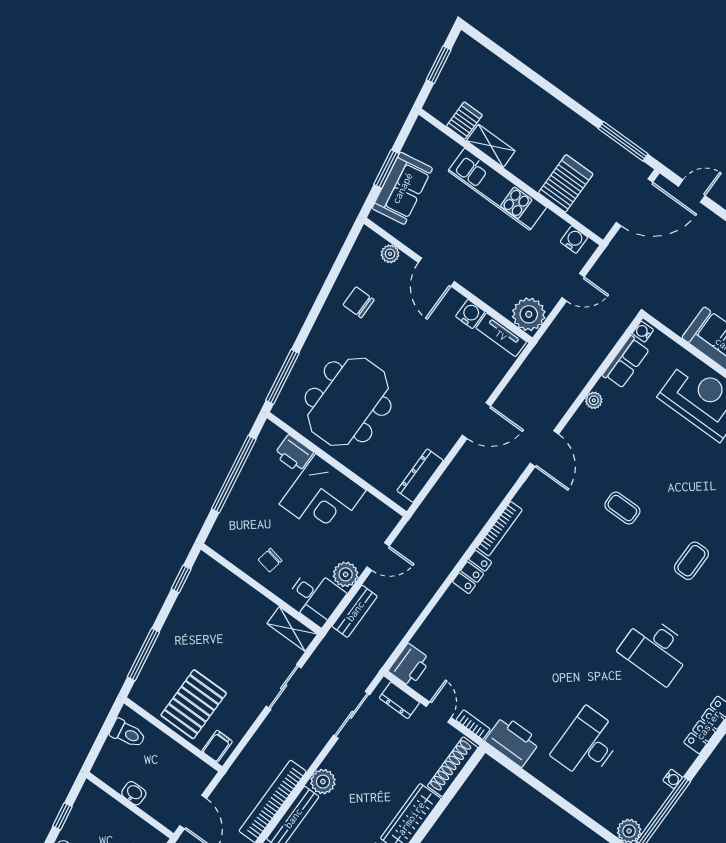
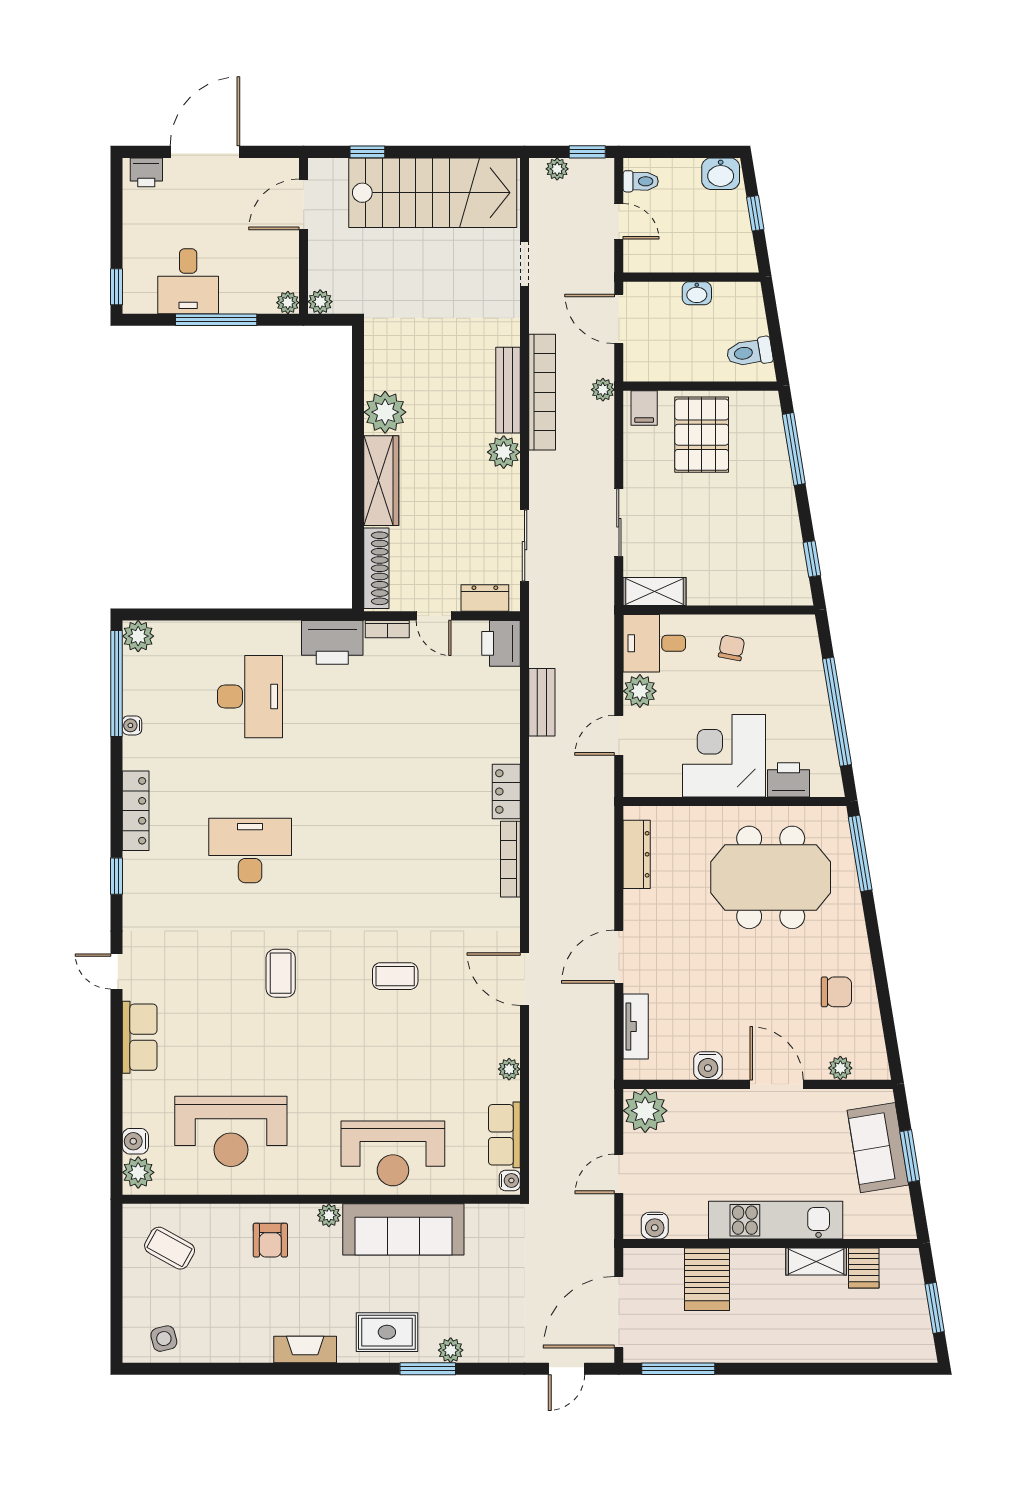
tv unit: (501, 335) -> (636, 1026), moved, turned 90
meeting table: (348, 402) -> (771, 877), turned 90
bench: (355, 611) -> (542, 702), moved
plant: (234, 776) -> (603, 390), added

